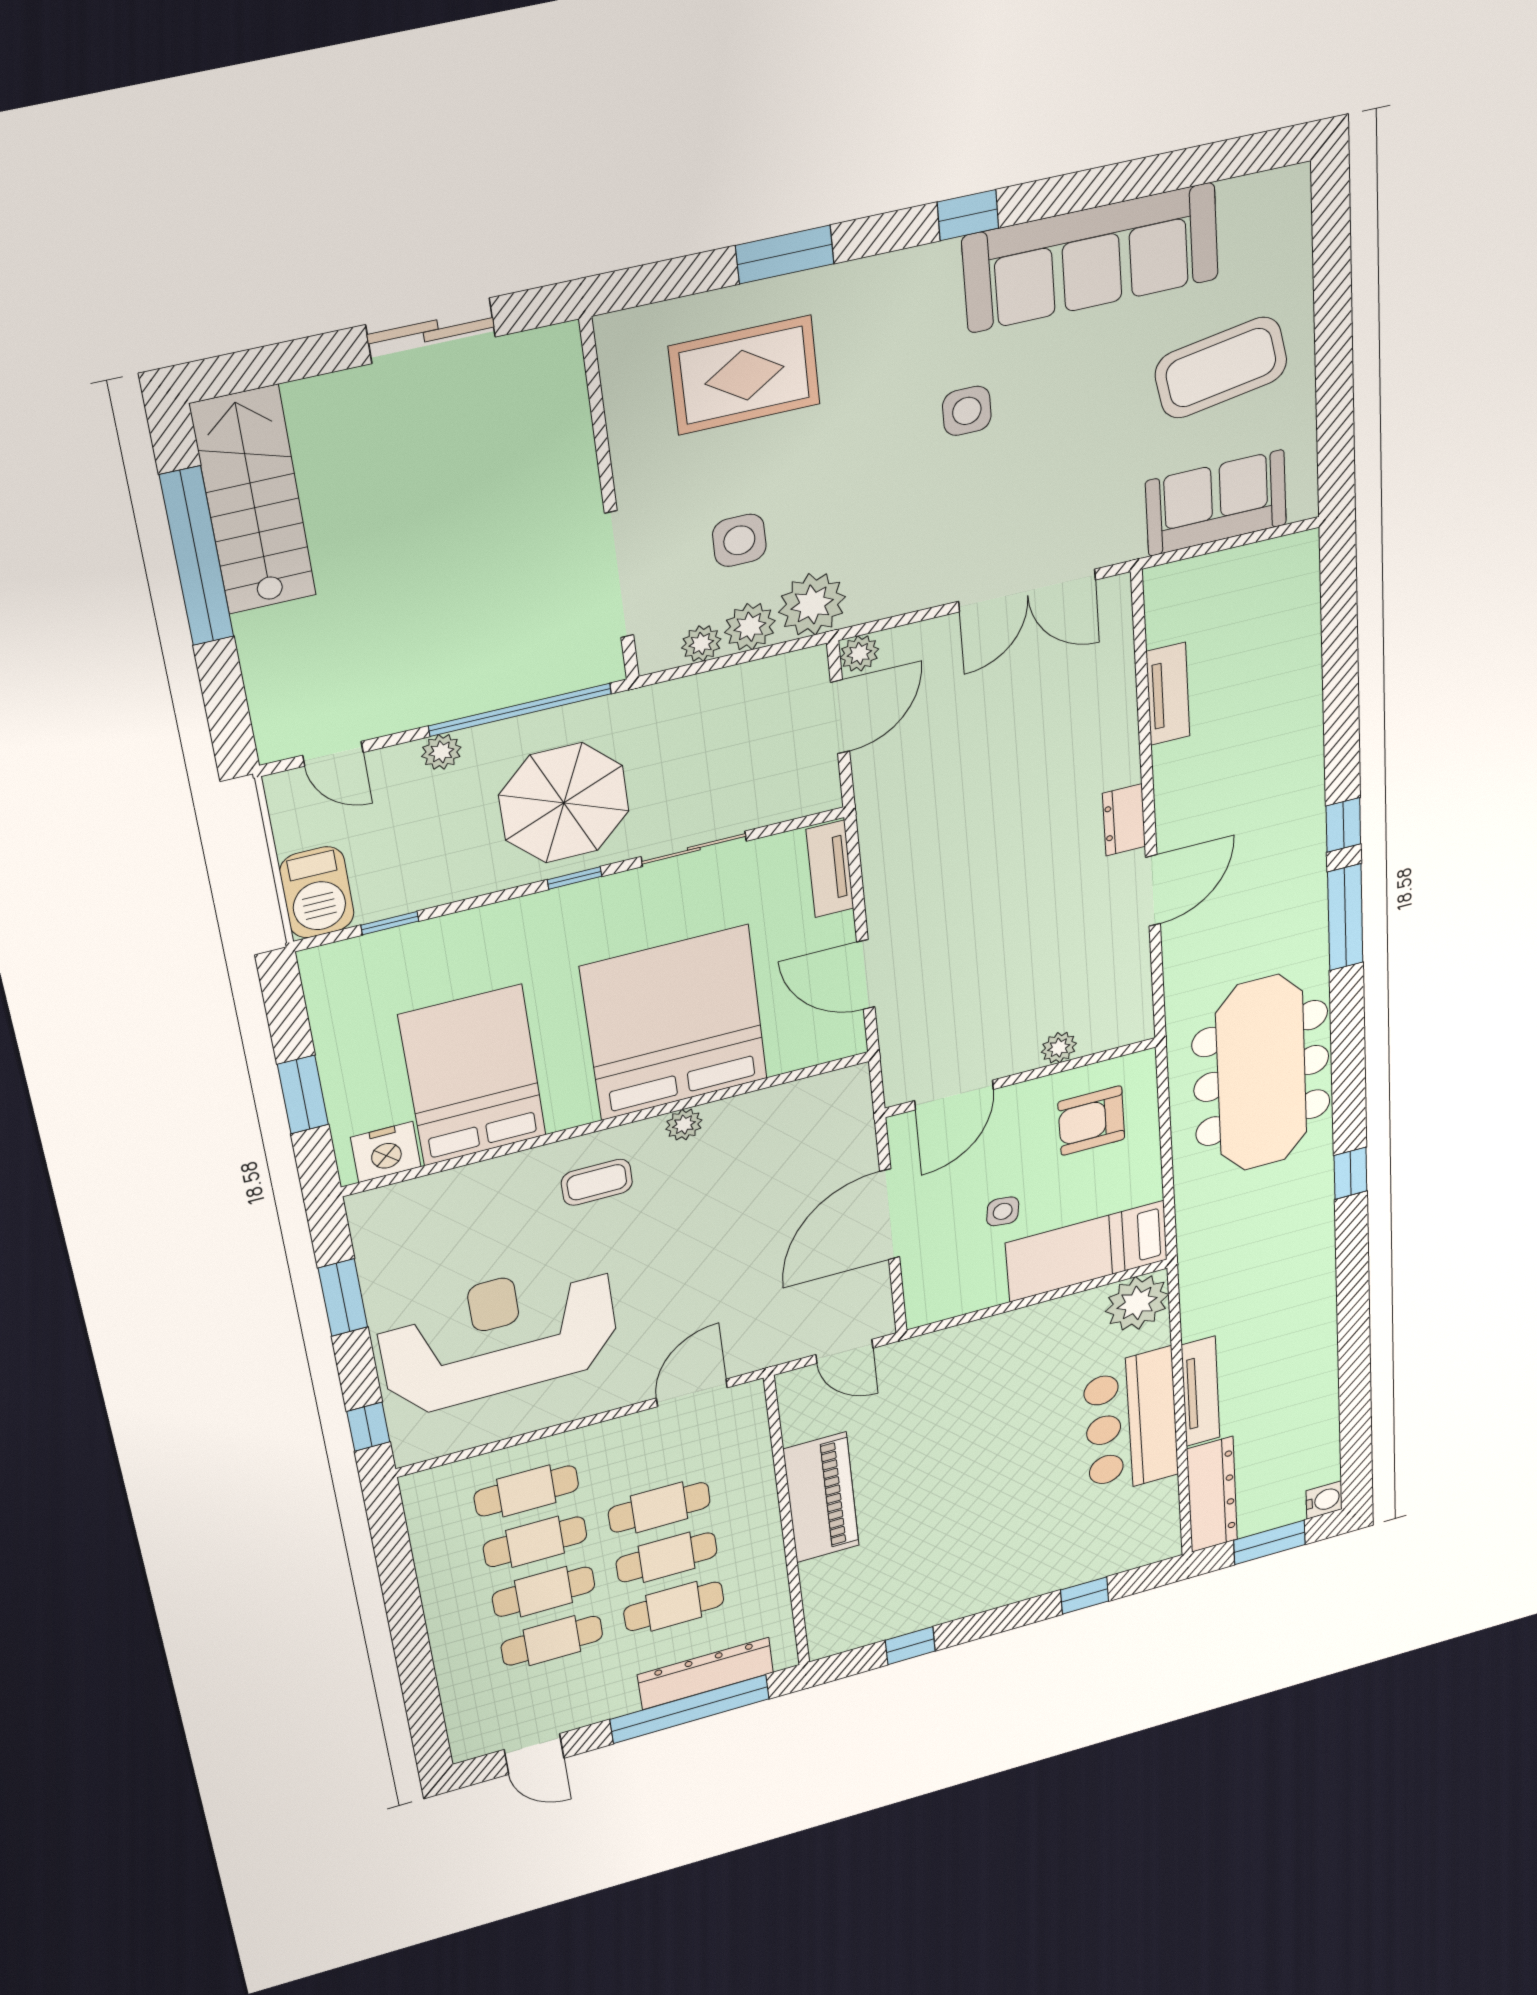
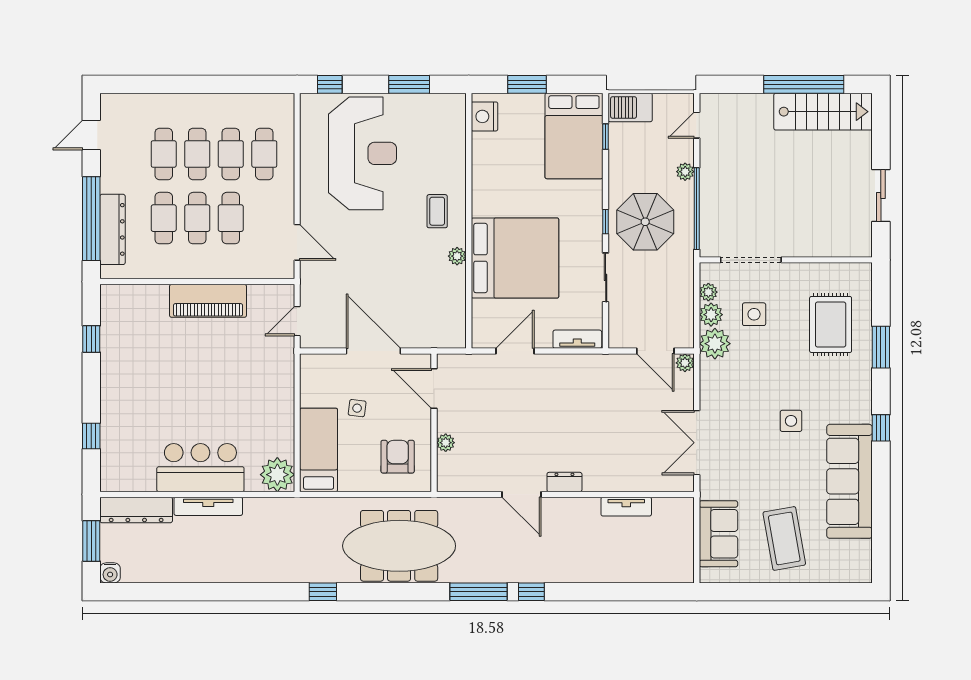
bed: (473, 1076) -> (574, 136), moved, turned 90

